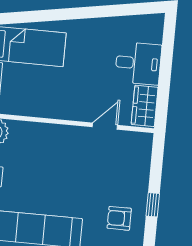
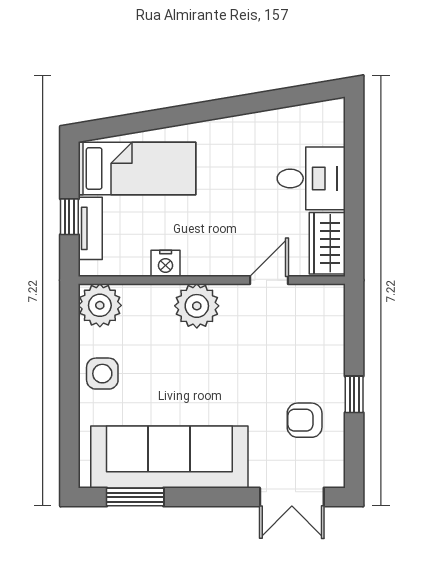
nightstand: (39, 109) -> (166, 263), added
plant: (57, 138) -> (197, 306), added

